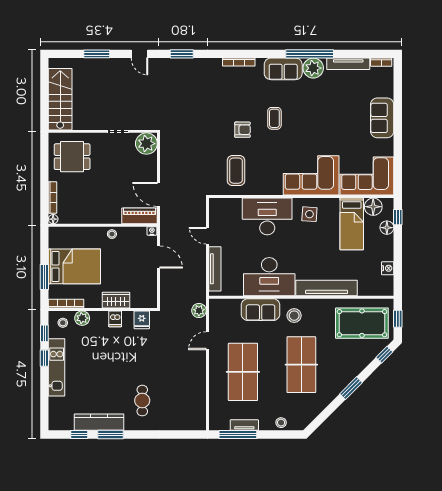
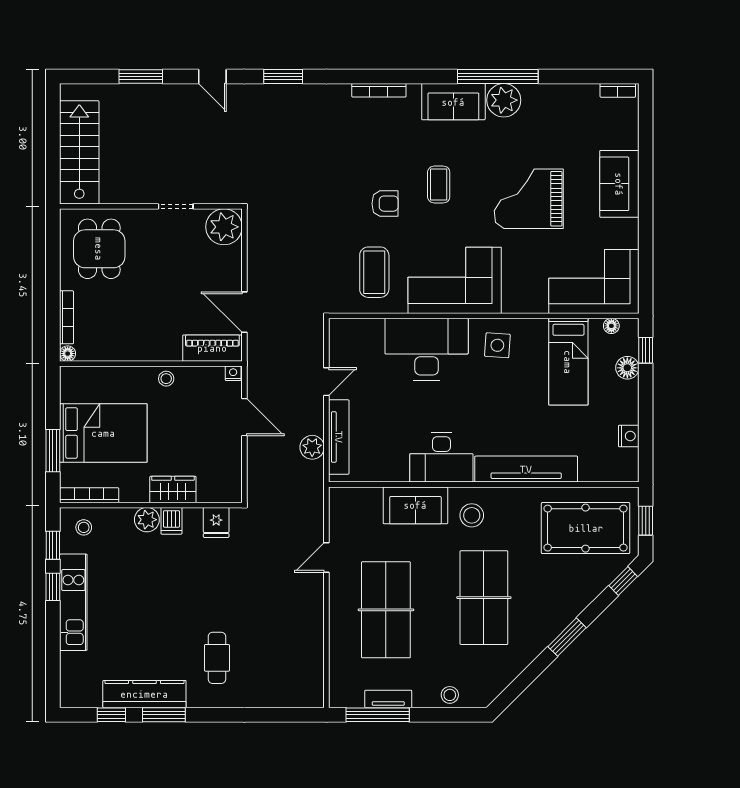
tv unit: (348, 64) -> (563, 93), removed
grand piano: (328, 127) -> (529, 199), added
dining table: (72, 157) -> (99, 249), turned 90
corner sofa: (311, 175) -> (455, 280), moved
floor lamp: (373, 207) -> (611, 326), width x0.53, depth x0.53
door: (208, 236) -> (326, 382), swing flipped
desk: (269, 277) -> (441, 457), width x0.73, depth x0.77
plant: (199, 311) -> (312, 447), moved
plant: (82, 318) -> (147, 520), moved

